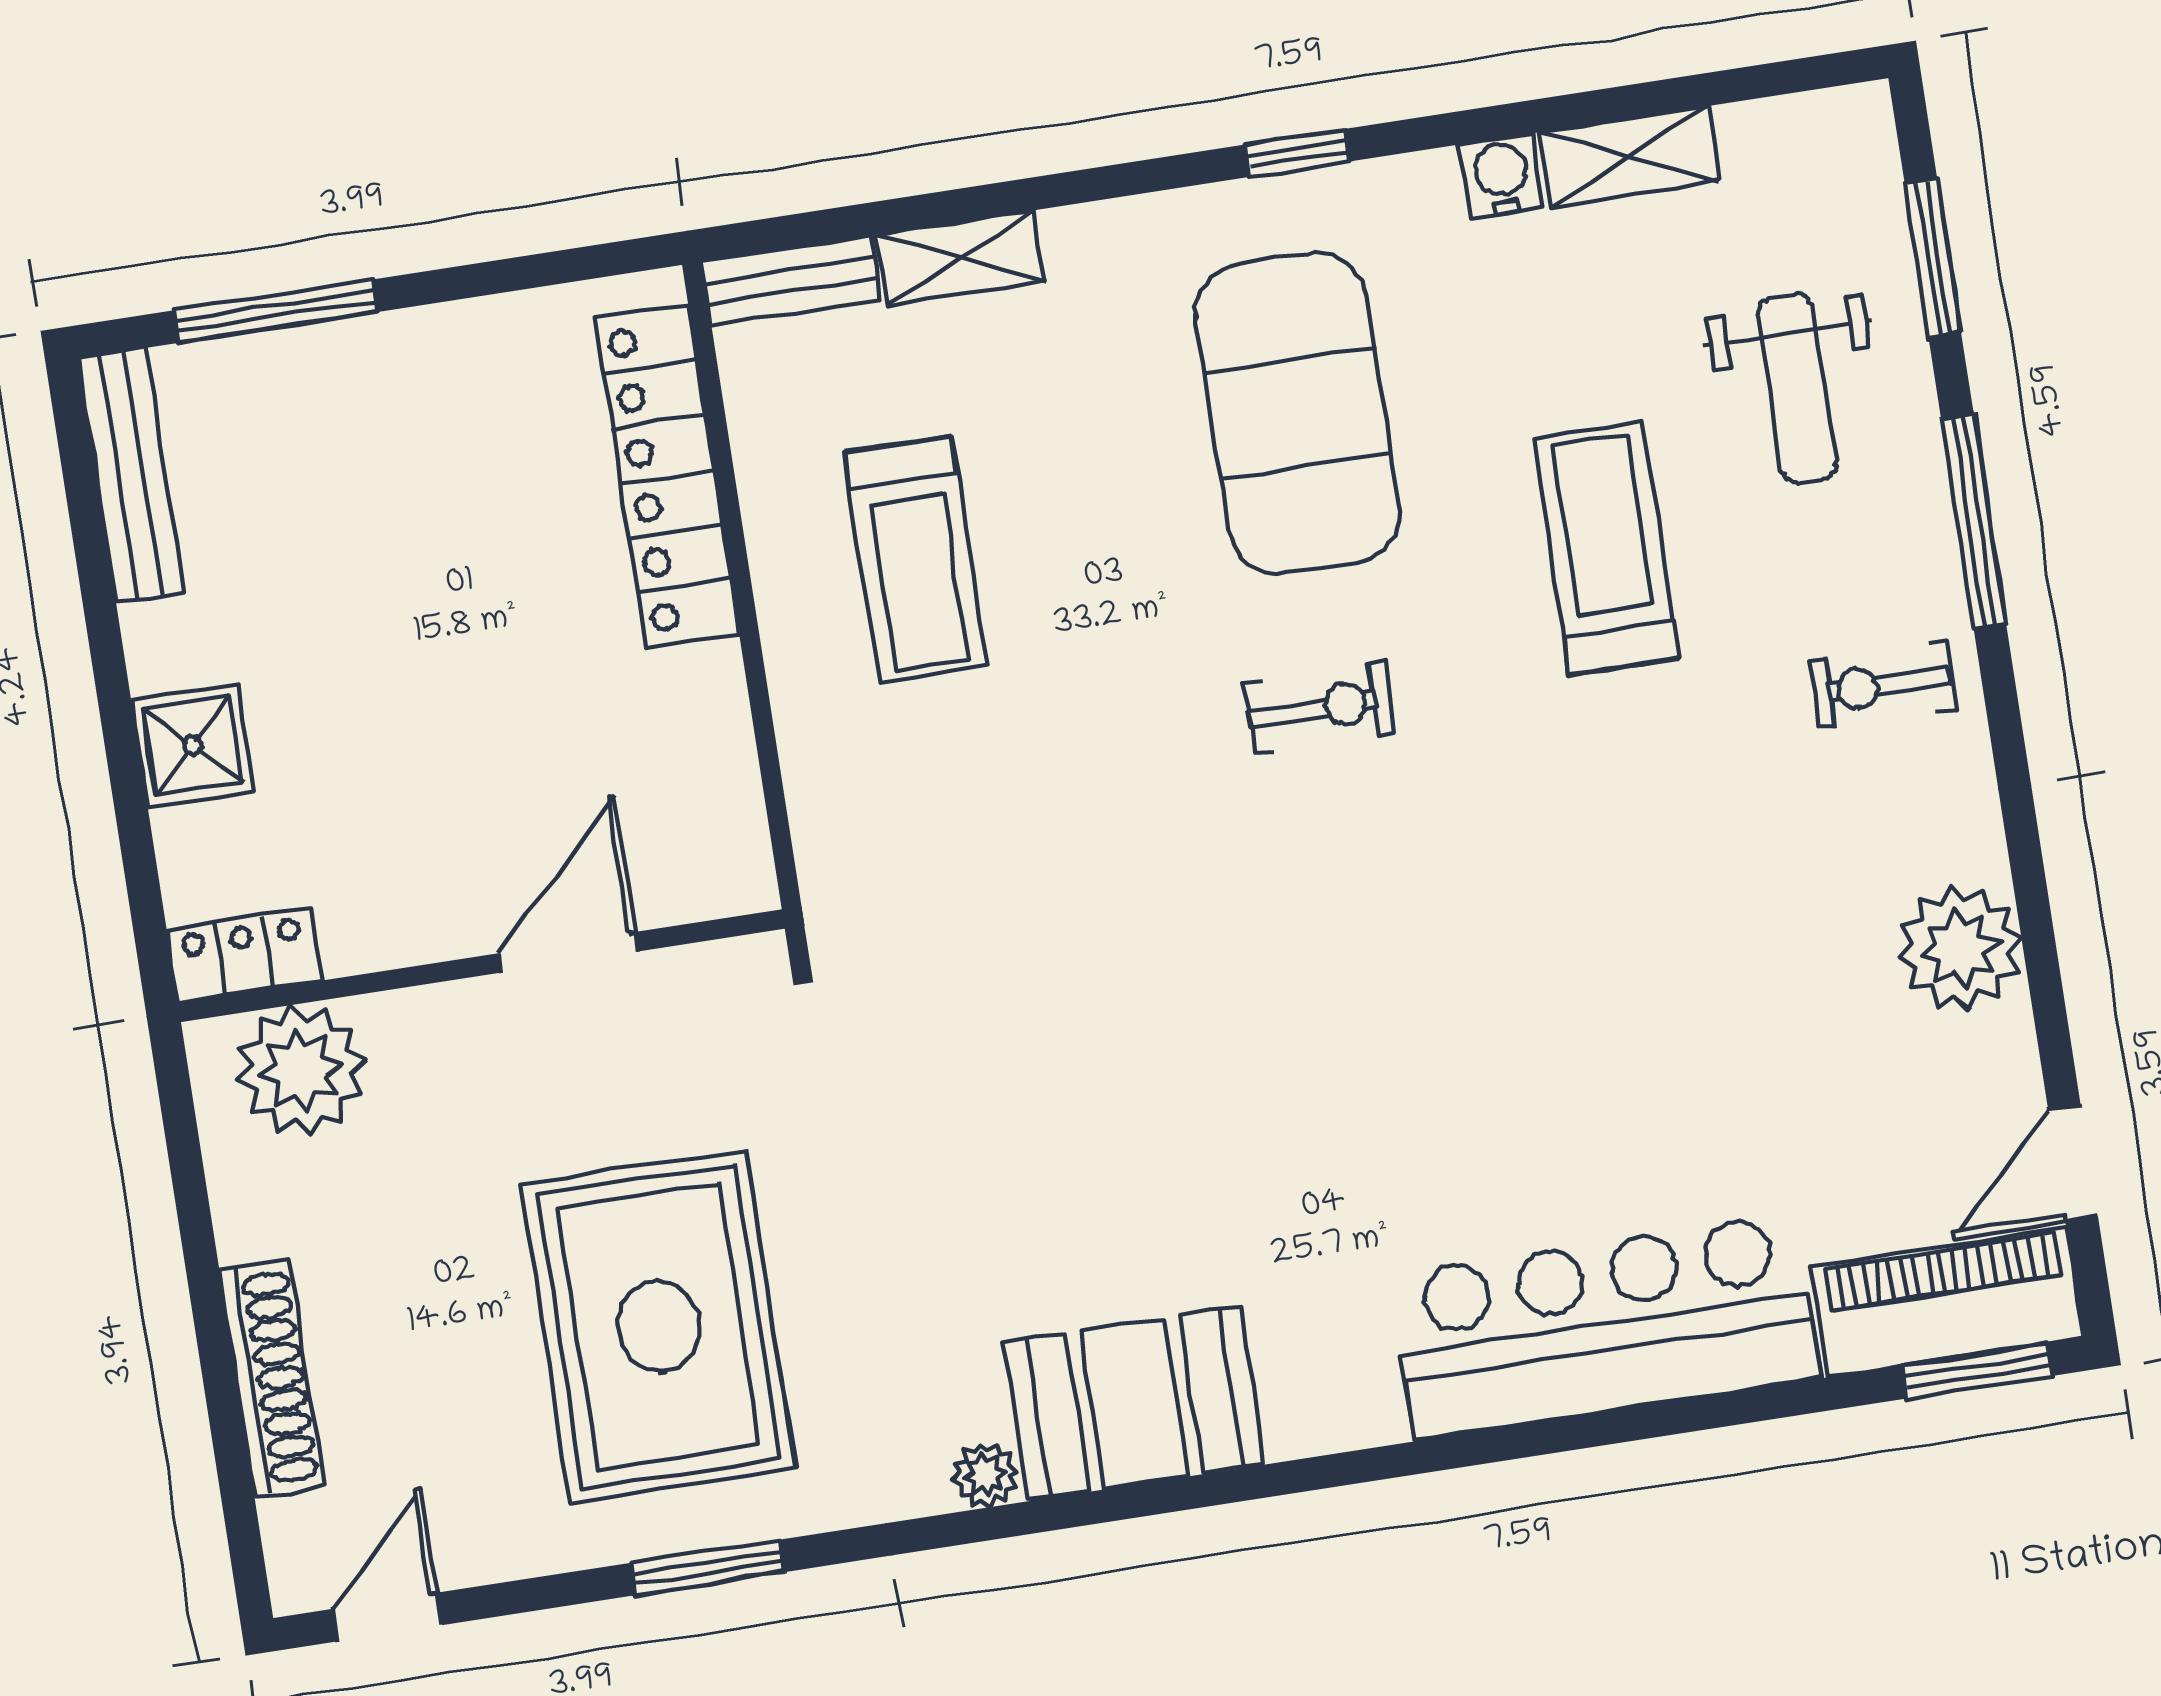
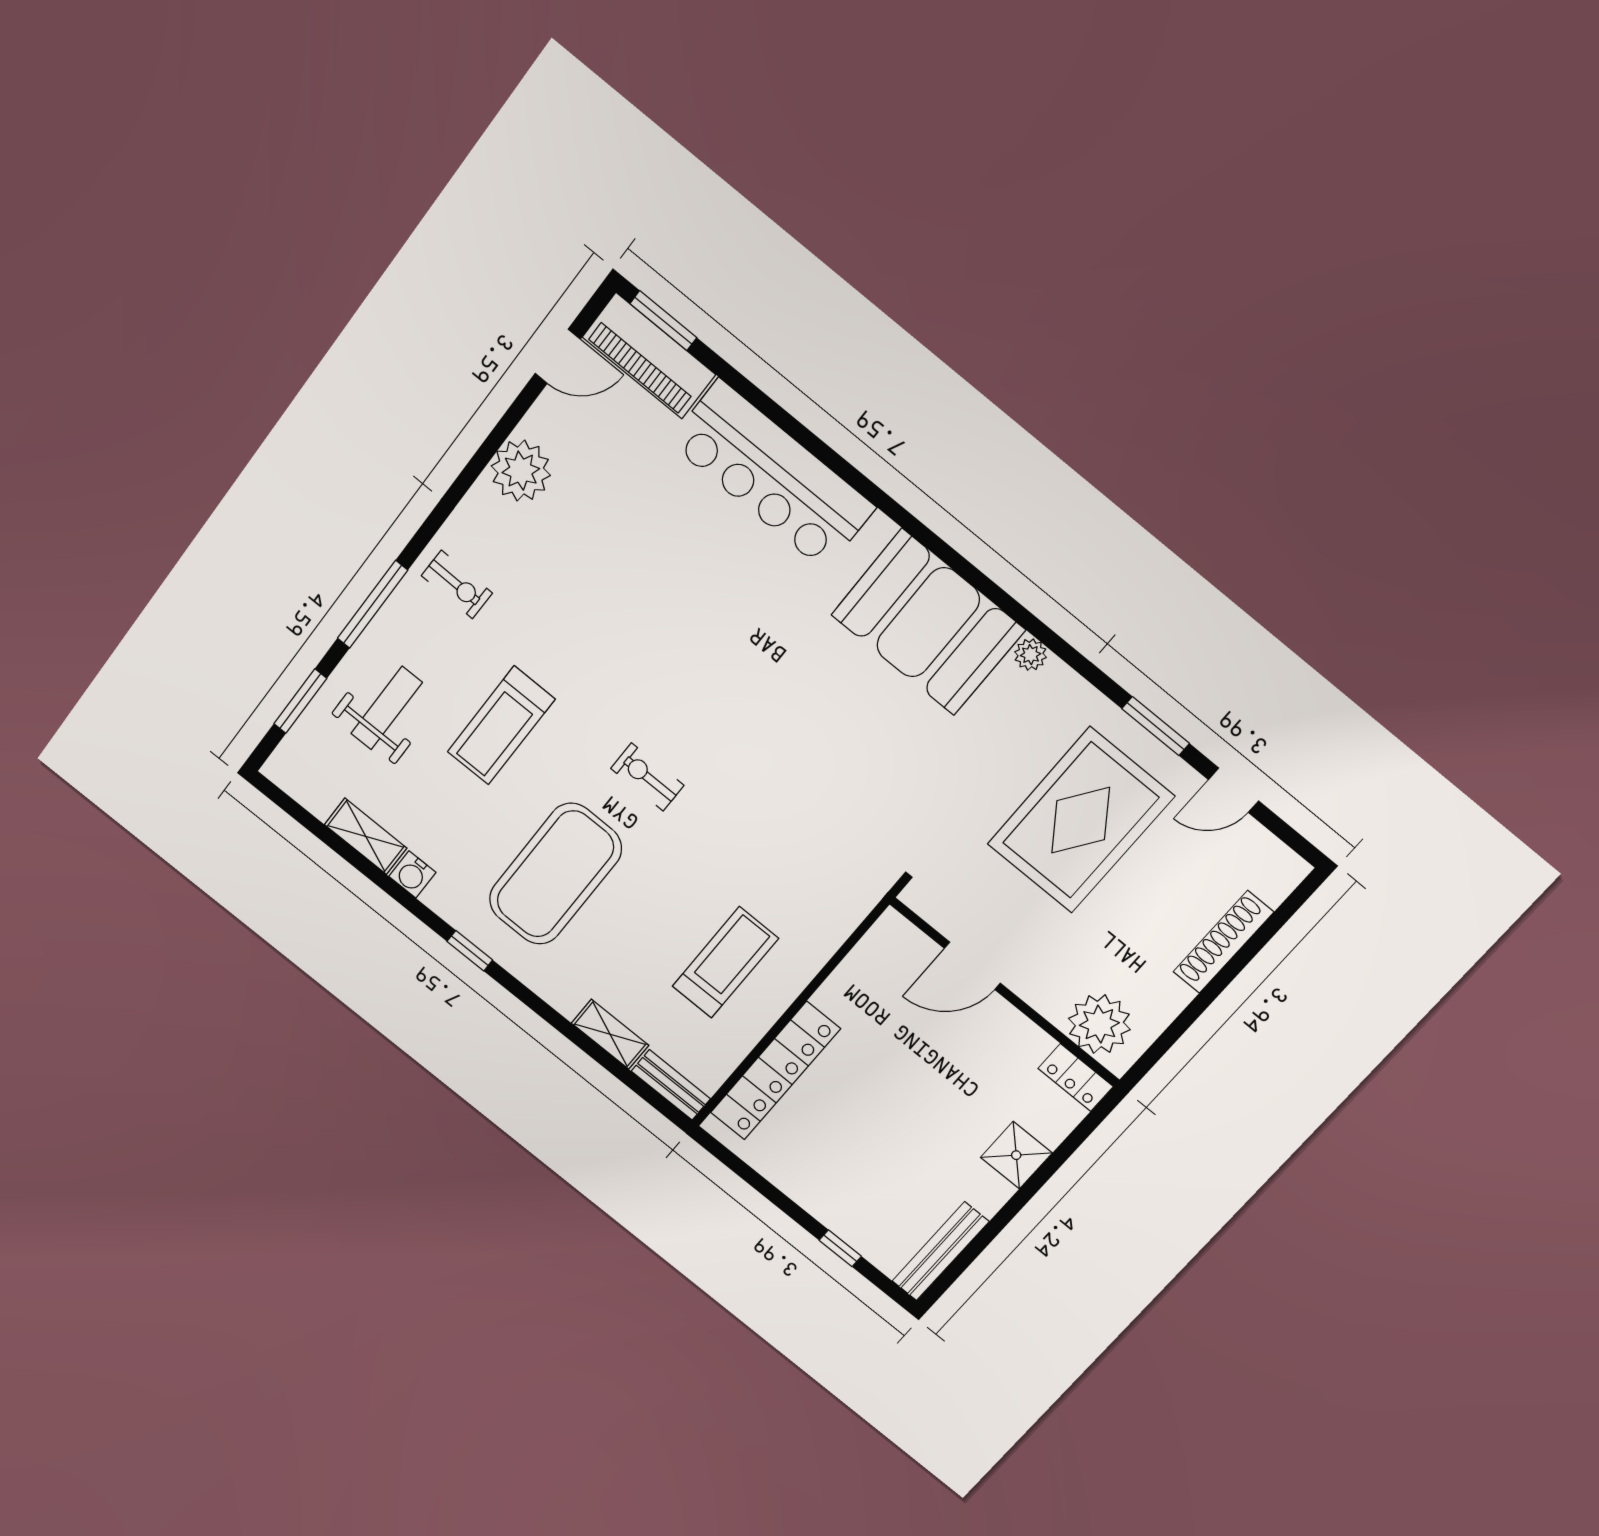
window: (275, 311) -> (840, 1248), width x0.46
booth: (1135, 1404) -> (928, 622), width x1.36, depth x1.42
door: (387, 1617) -> (1233, 790), moved

